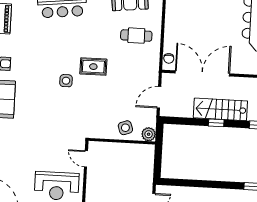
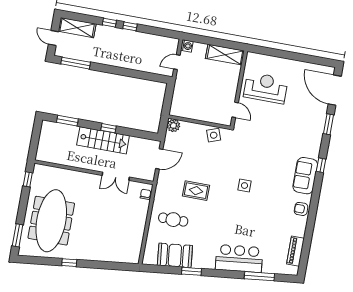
rug: (93, 67) -> (196, 191), moved
double door: (202, 73) -> (116, 176), width x0.54
side table: (125, 128) -> (214, 135), moved

